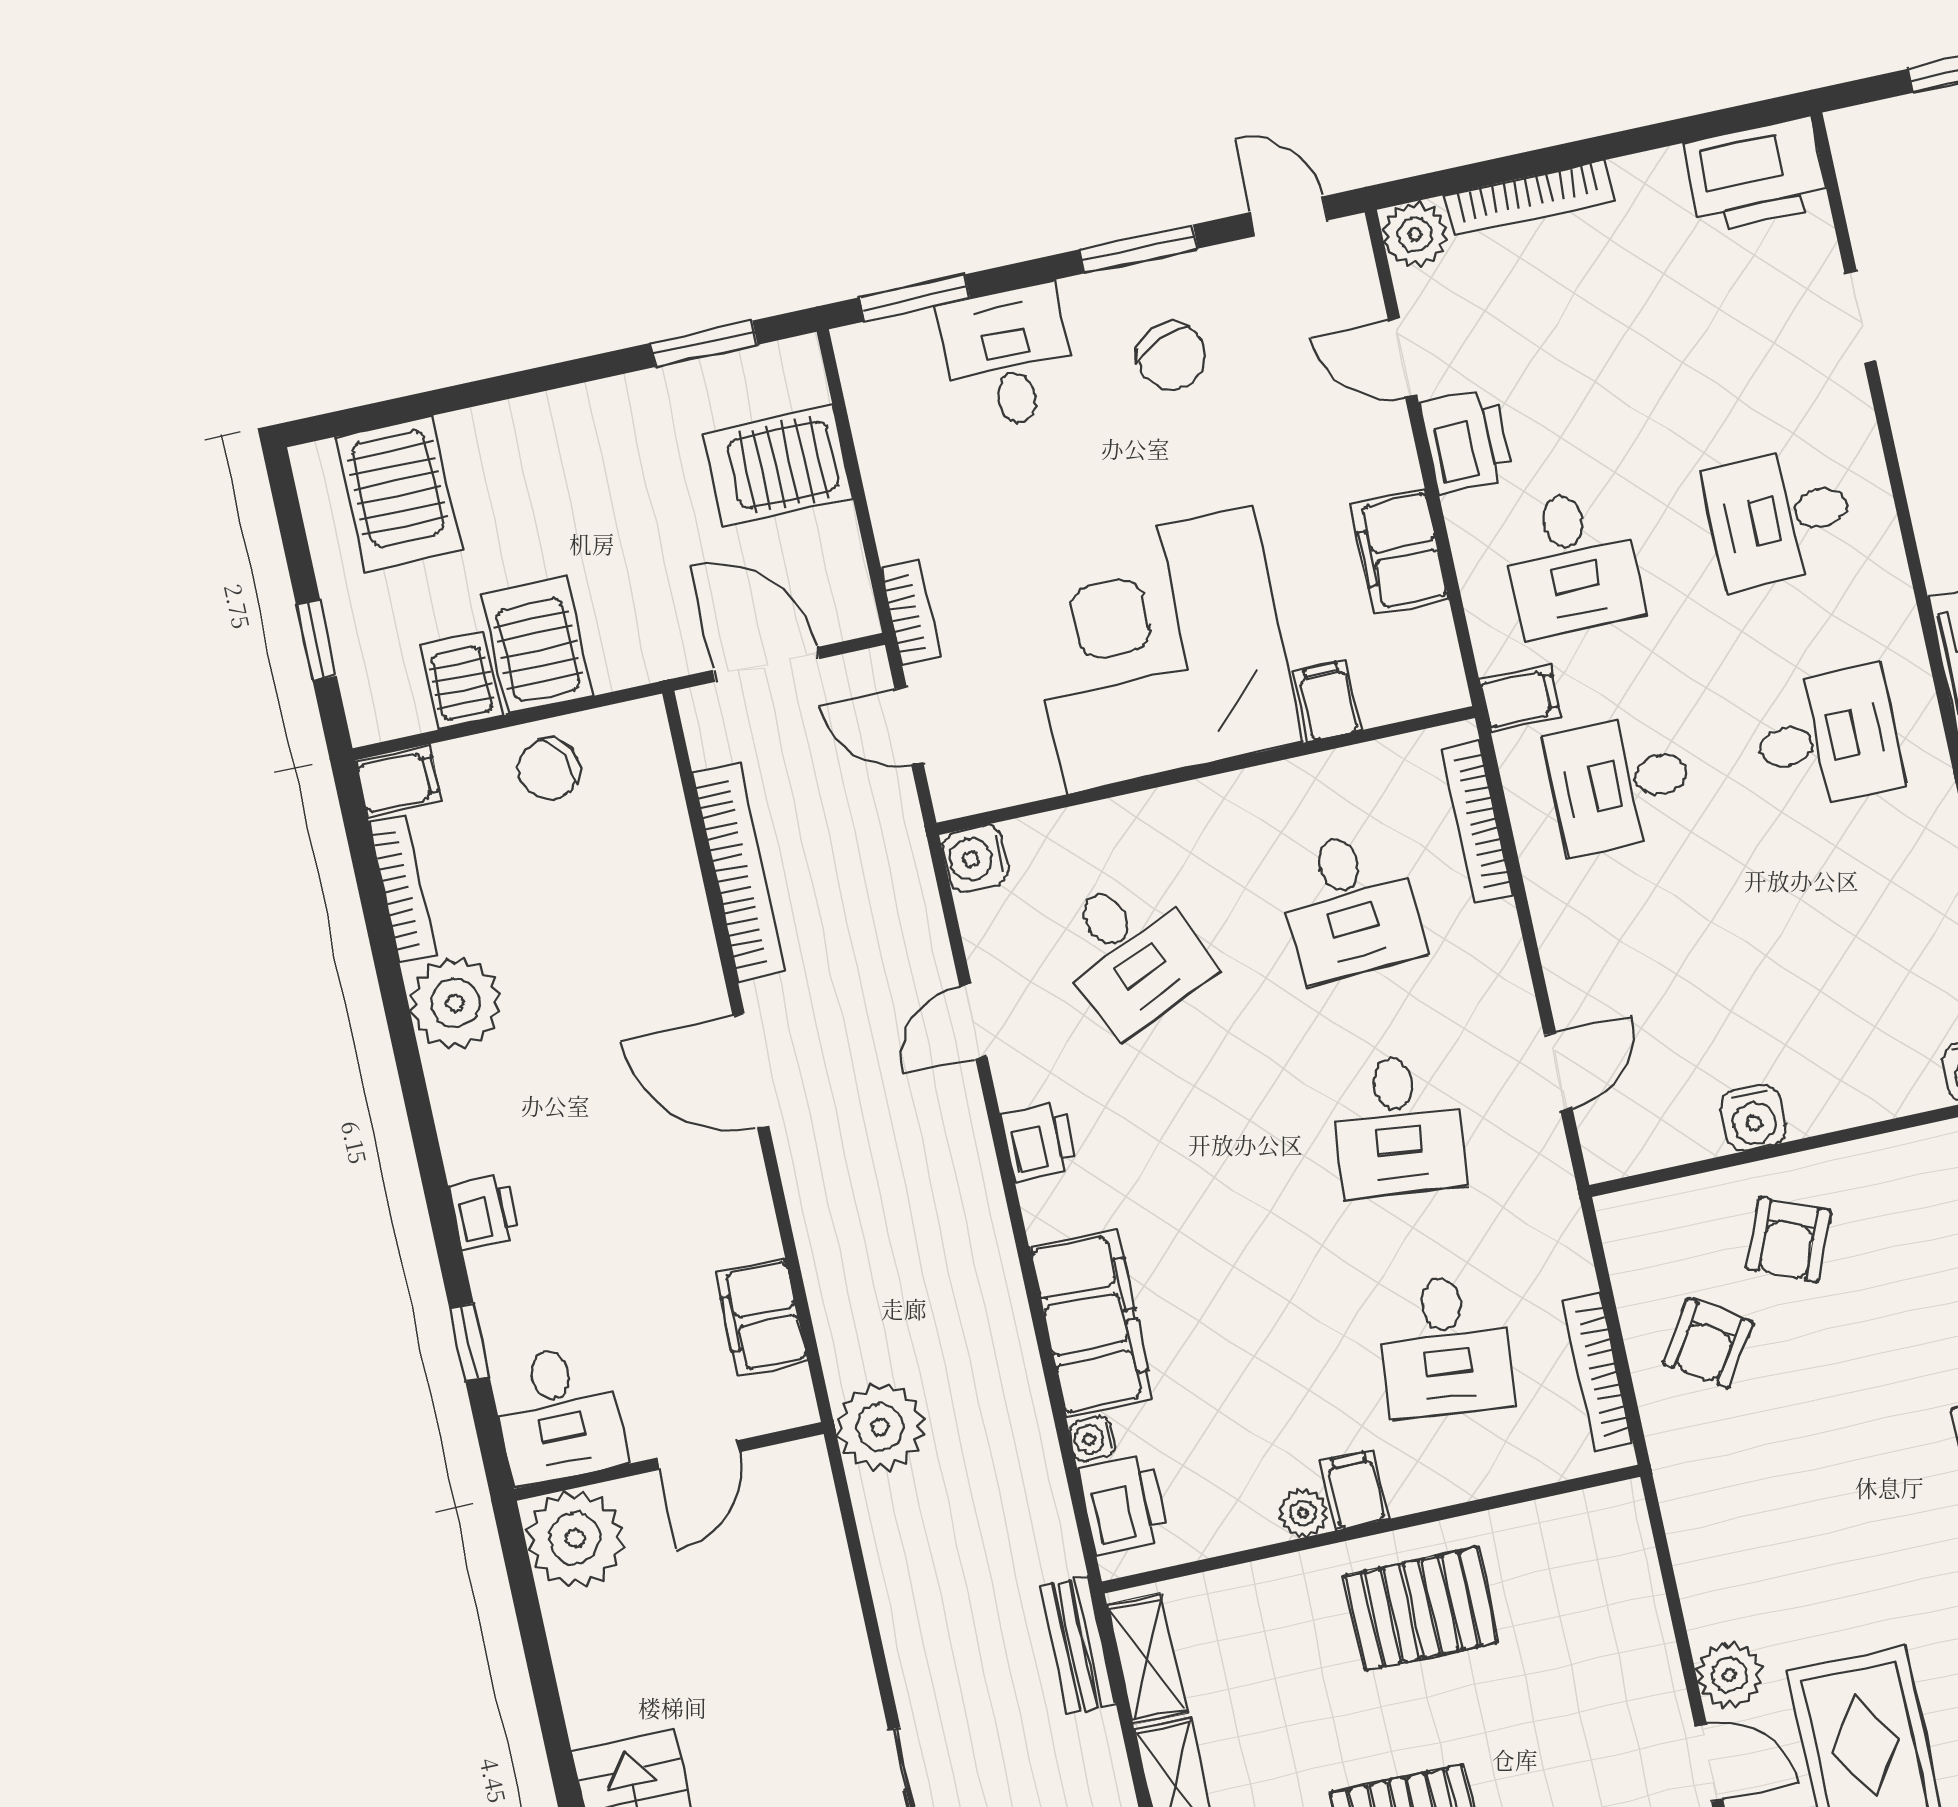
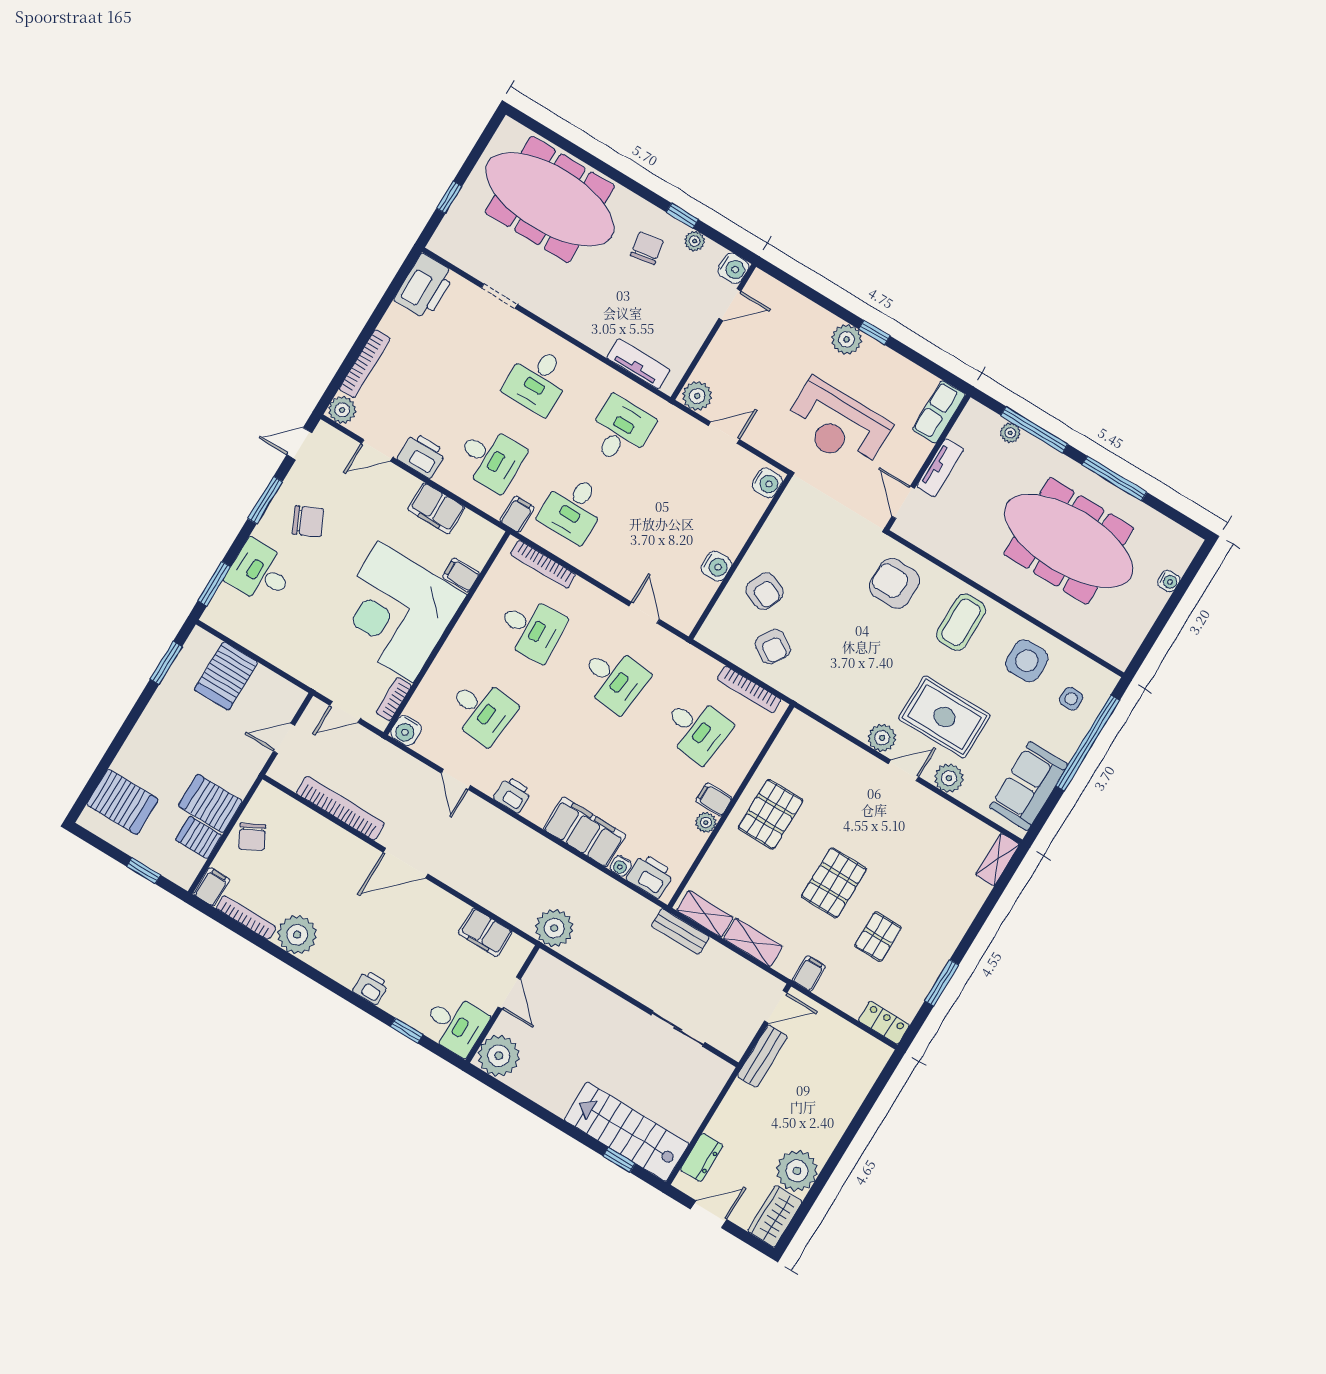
bookcase: (911, 613) -> (394, 699), moved, turned -90
door: (766, 665) -> (284, 738), width x0.73
desk: (1131, 953) -> (481, 710), turned 30

